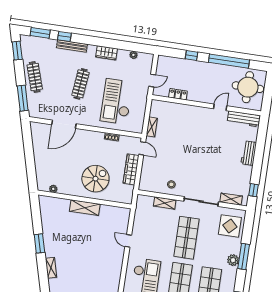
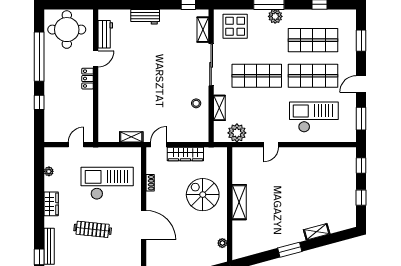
door: (152, 81) -> (76, 145), hinge flipped
locker: (178, 94) -> (88, 79), moved
checkout: (116, 101) -> (107, 183), turned 180
door: (220, 107) -> (96, 59), swing flipped
workbench: (244, 119) -> (105, 34), width x0.73
door: (64, 124) -> (144, 225), moved
plant: (142, 214) -> (237, 133), added

